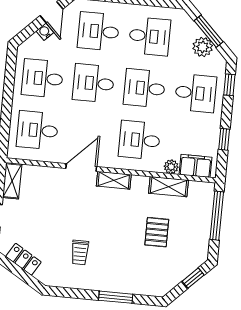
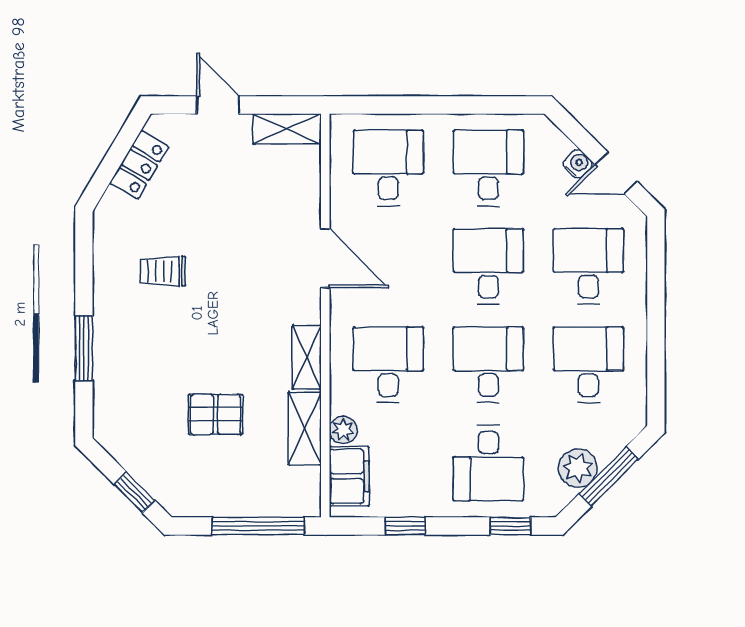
desk: (150, 36) -> (588, 365), turned 180
shelving: (114, 180) -> (307, 357), moved

